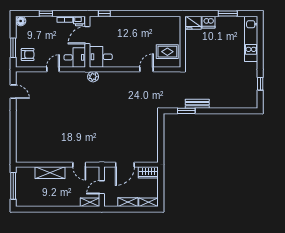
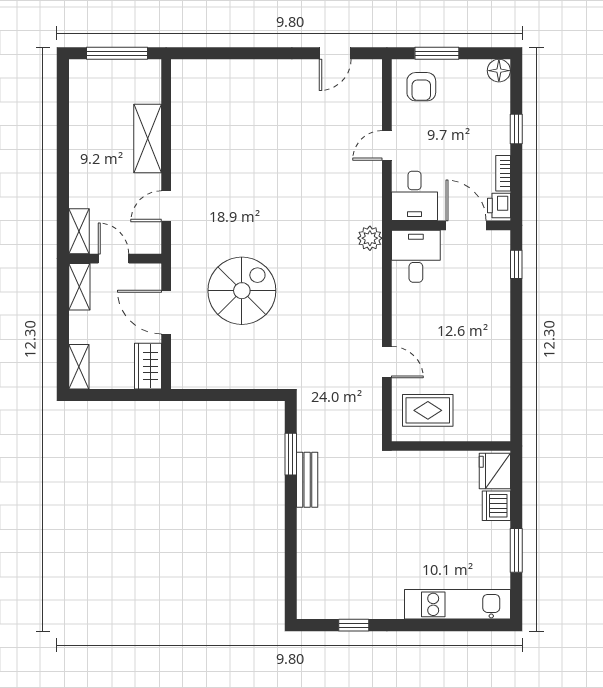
rug: (167, 52) -> (428, 410), turned 90
door: (53, 69) -> (387, 145), swing flipped
spiral stairs: (116, 132) -> (242, 291), added
shelving: (128, 202) -> (79, 287), moved

